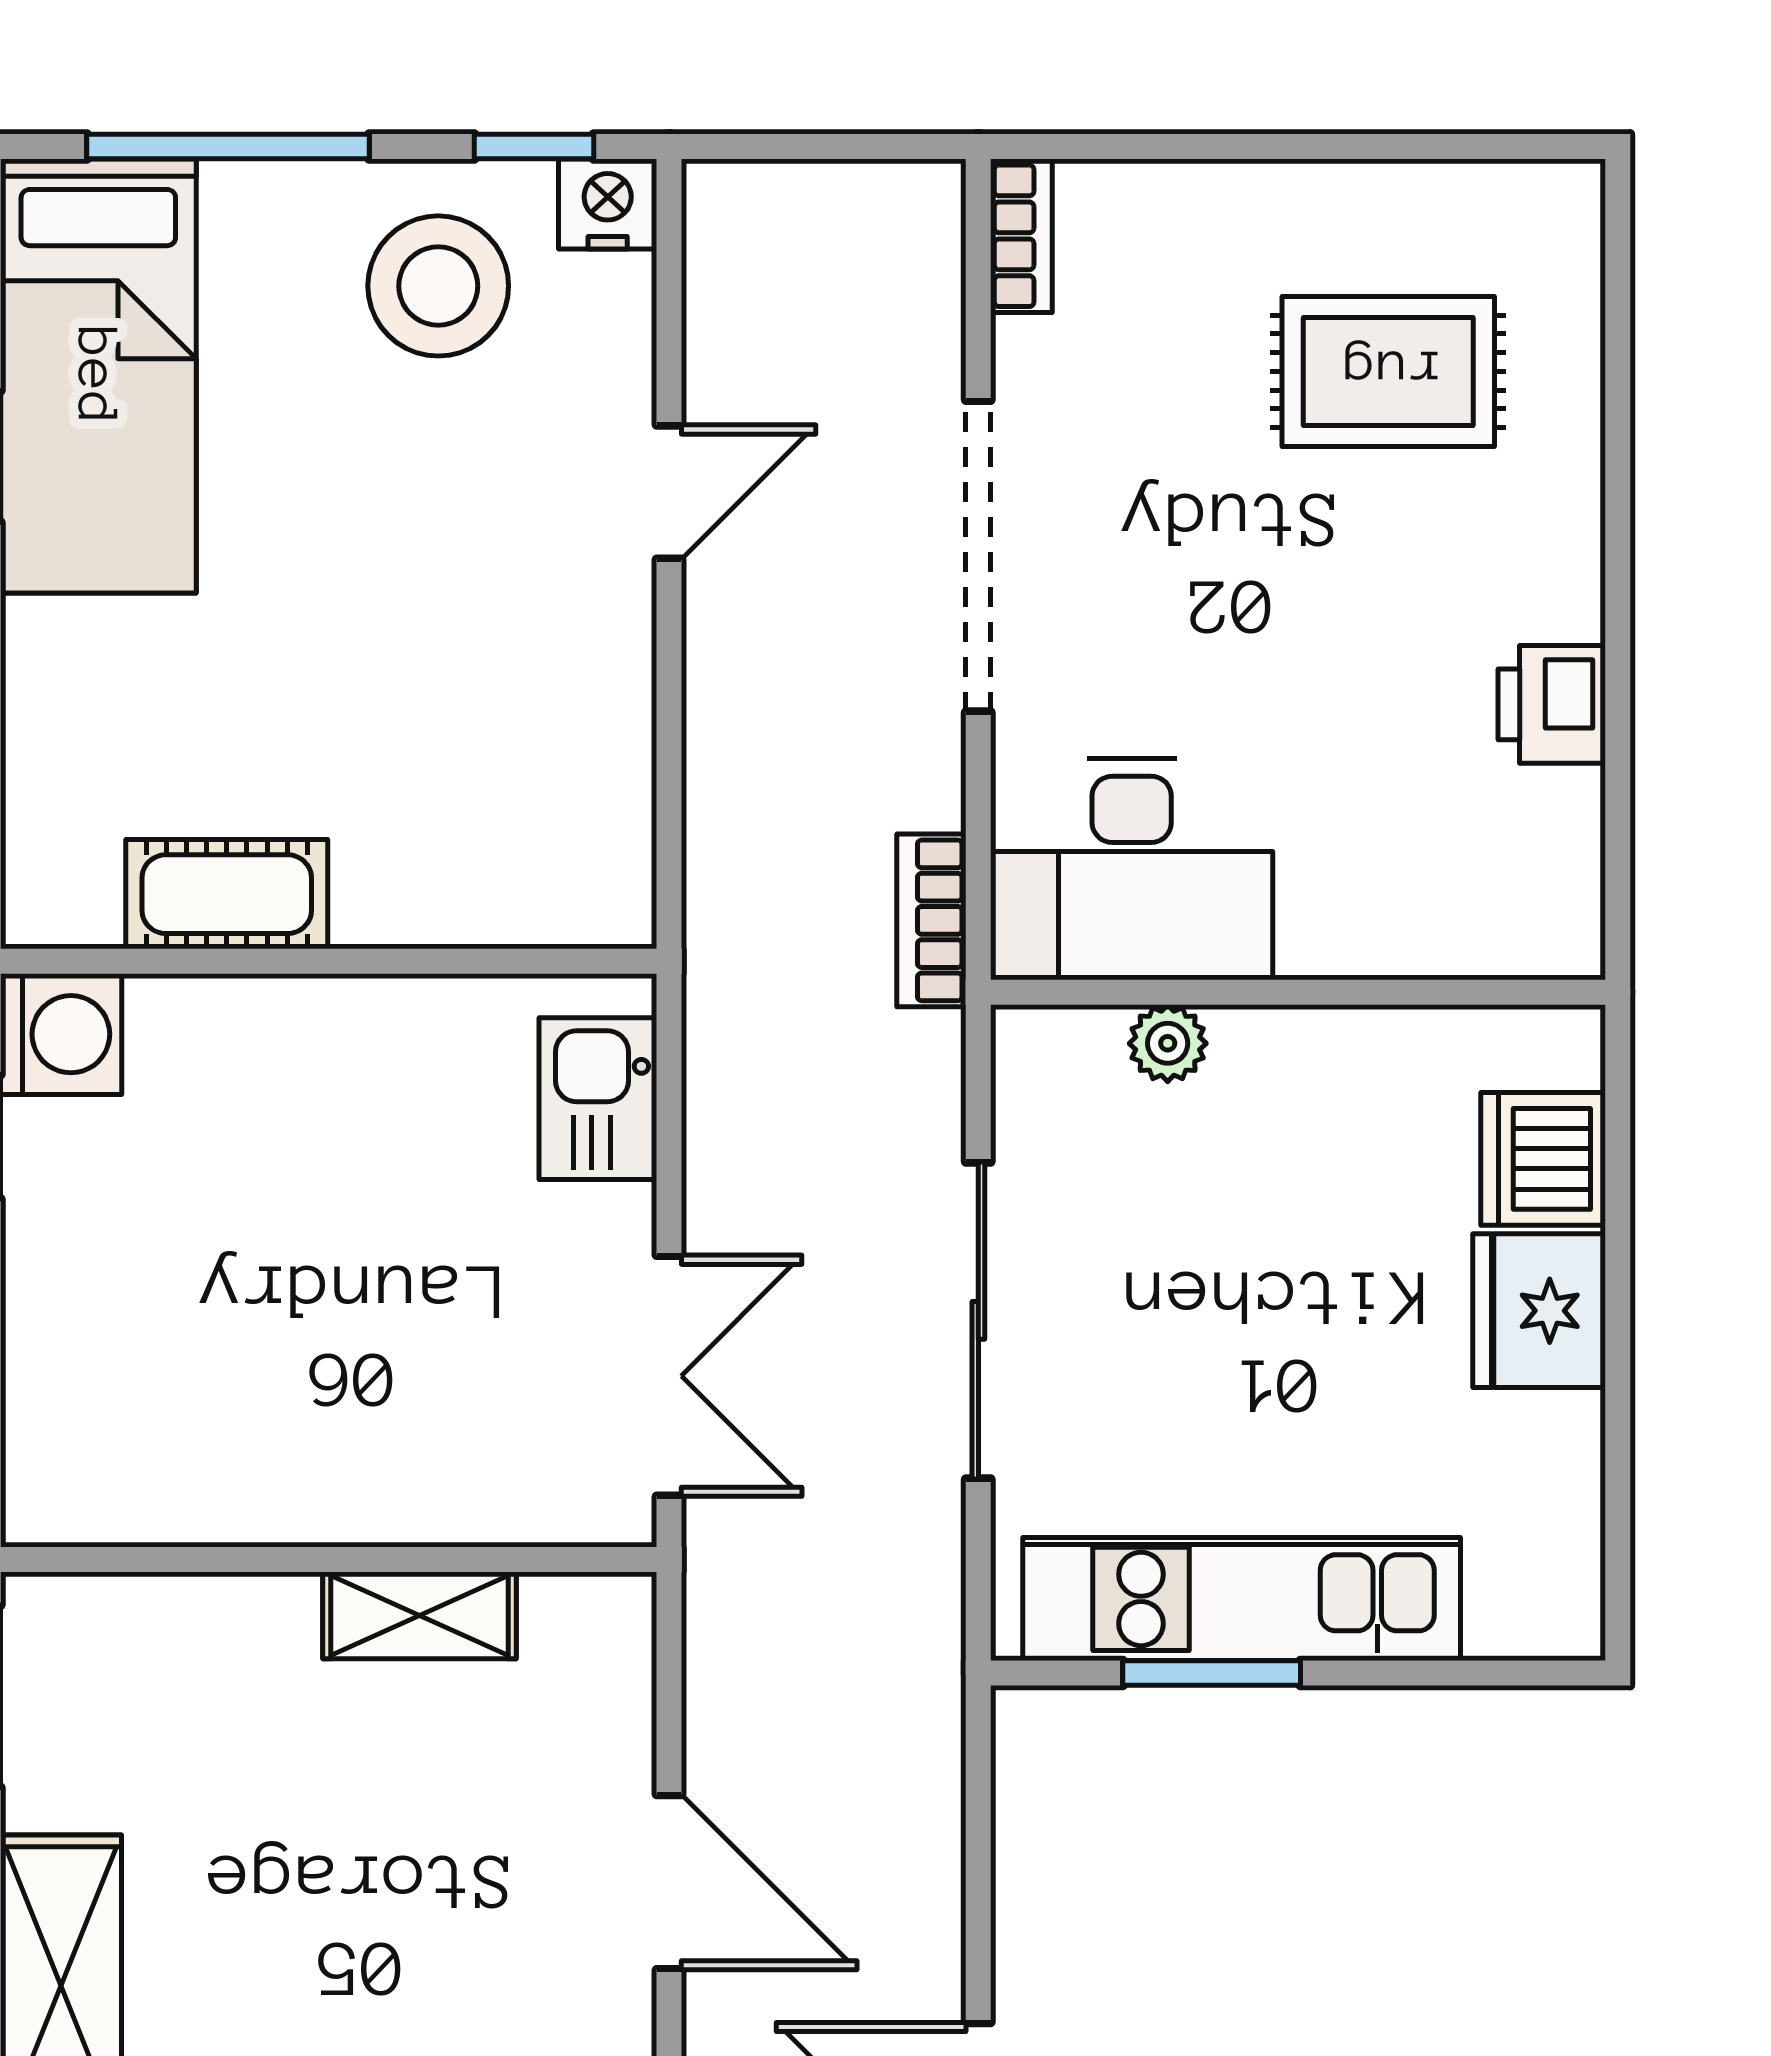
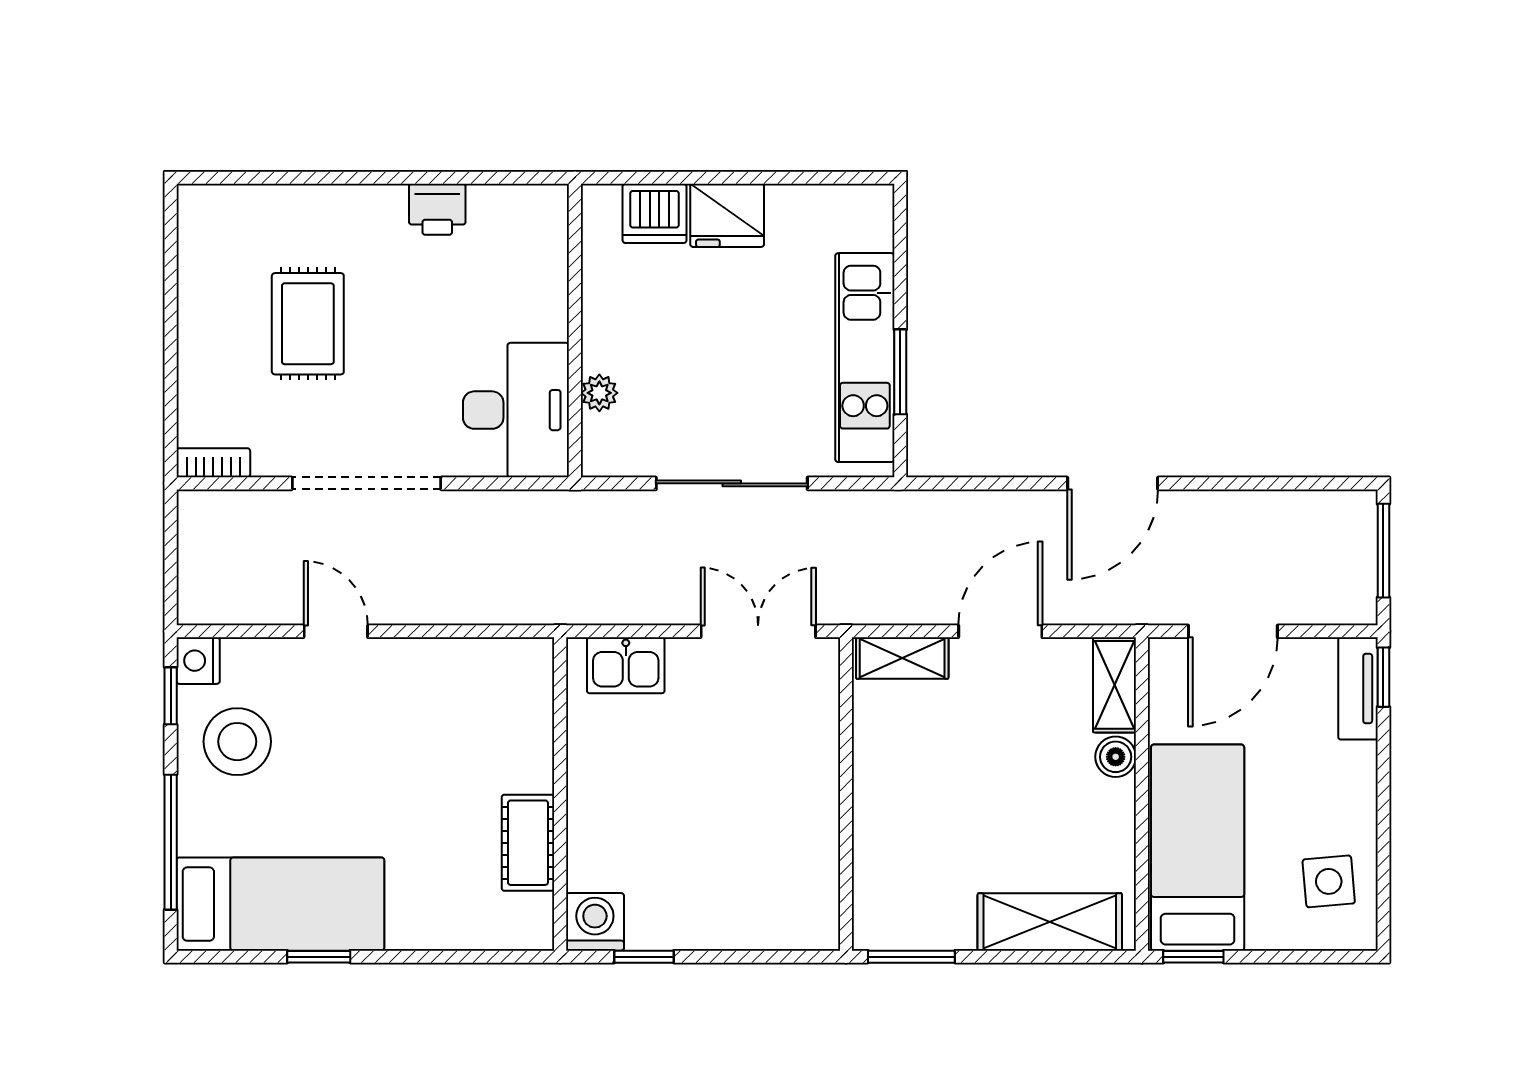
rug: (1388, 371) -> (308, 324), moved
bookcase: (931, 920) -> (541, 506), removed
shelving: (420, 1615) -> (902, 658), moved, turned 90

